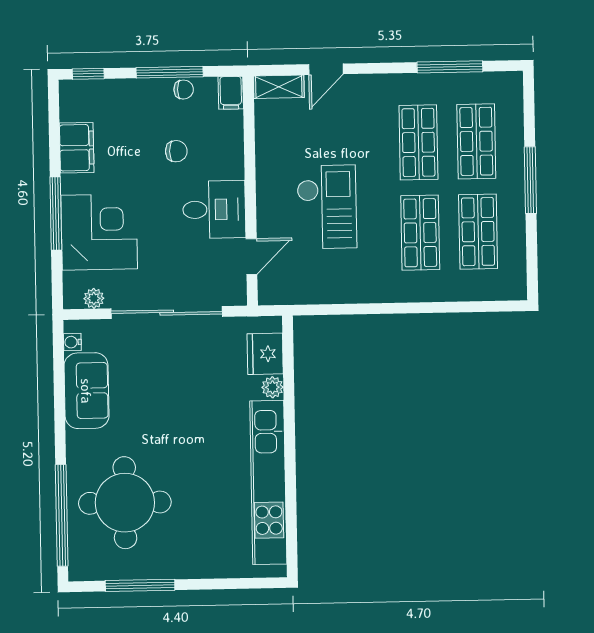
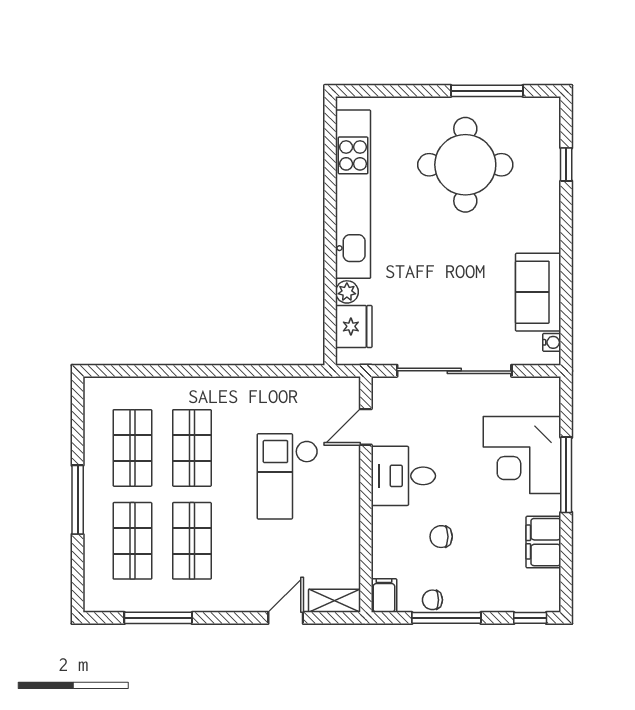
plant: (94, 298) -> (529, 387), removed
round table: (125, 503) -> (465, 165), moved
window: (62, 515) -> (566, 164), width x0.32

